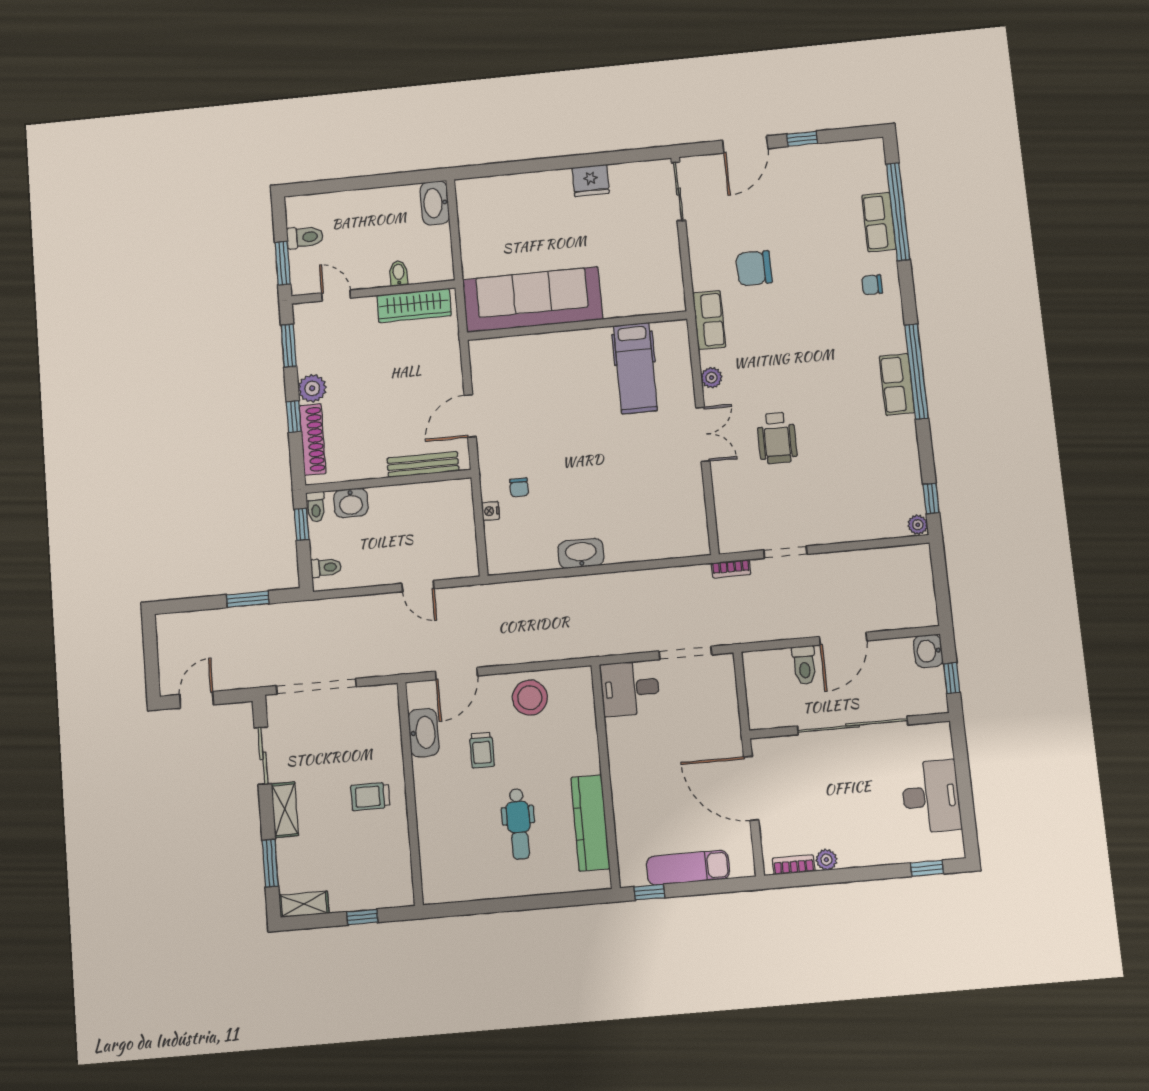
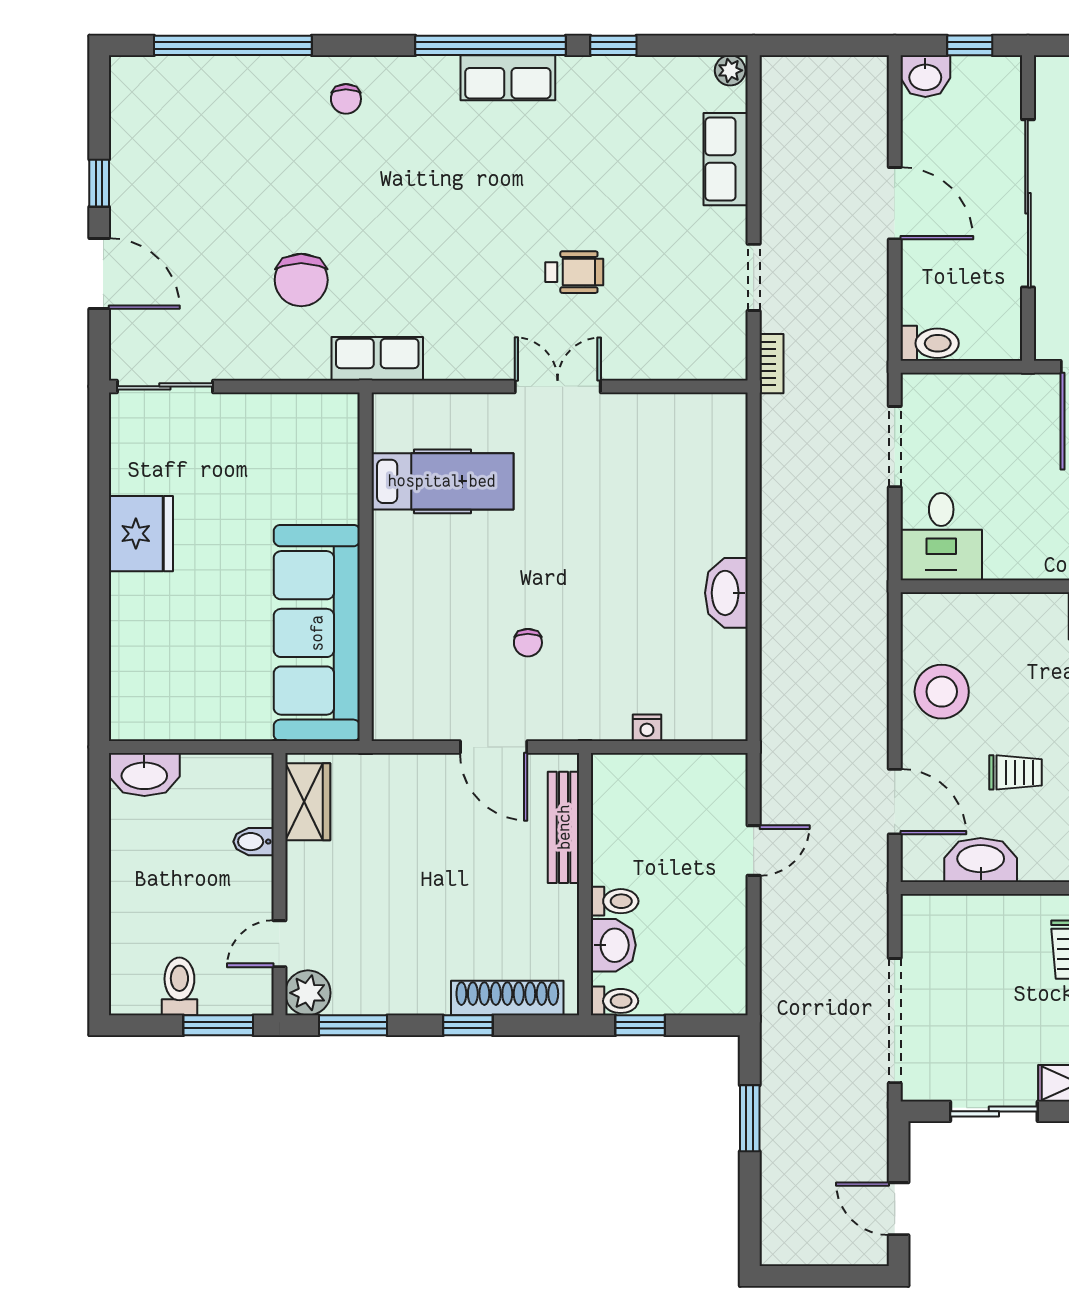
fridge: (591, 180) -> (141, 534), width x1.36, depth x1.34
row of seats: (879, 222) -> (726, 159), moved, turned 90
wardrobe: (414, 305) -> (308, 802), width x0.67
plant: (712, 378) -> (469, 364), removed
plant: (312, 388) -> (308, 993), moved
wheelchair: (777, 438) -> (574, 272), width x0.73, depth x0.73
chair: (519, 487) -> (528, 643), moved, turned 90
window: (931, 498) -> (613, 45), moved
toilet: (326, 567) -> (615, 901), moved, turned 90
toilet: (804, 665) -> (930, 343), moved

